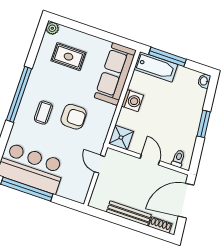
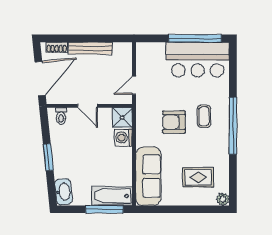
washbasin: (204, 81) -> (63, 192), width x1.91, depth x1.45
washing machine: (132, 101) -> (123, 138), moved
door: (100, 164) -> (134, 85), swing flipped

